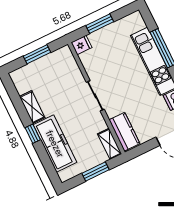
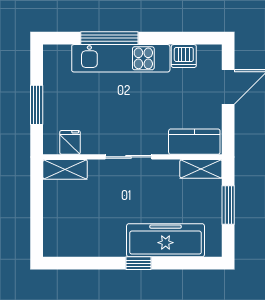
fridge: (82, 45) -> (70, 142), moved
window: (37, 54) -> (37, 207), removed
shelving: (32, 107) -> (65, 169), moved

